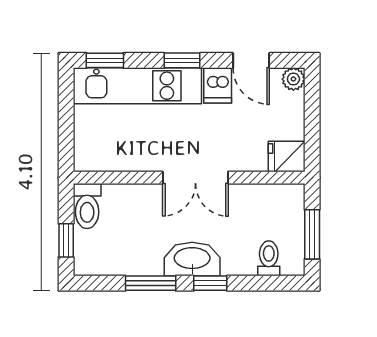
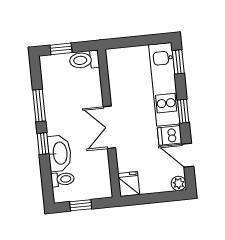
door: (251, 60) -> (188, 155), hinge flipped
window: (312, 234) -> (81, 205), width x0.67
washbasin: (192, 259) -> (60, 153), moved

